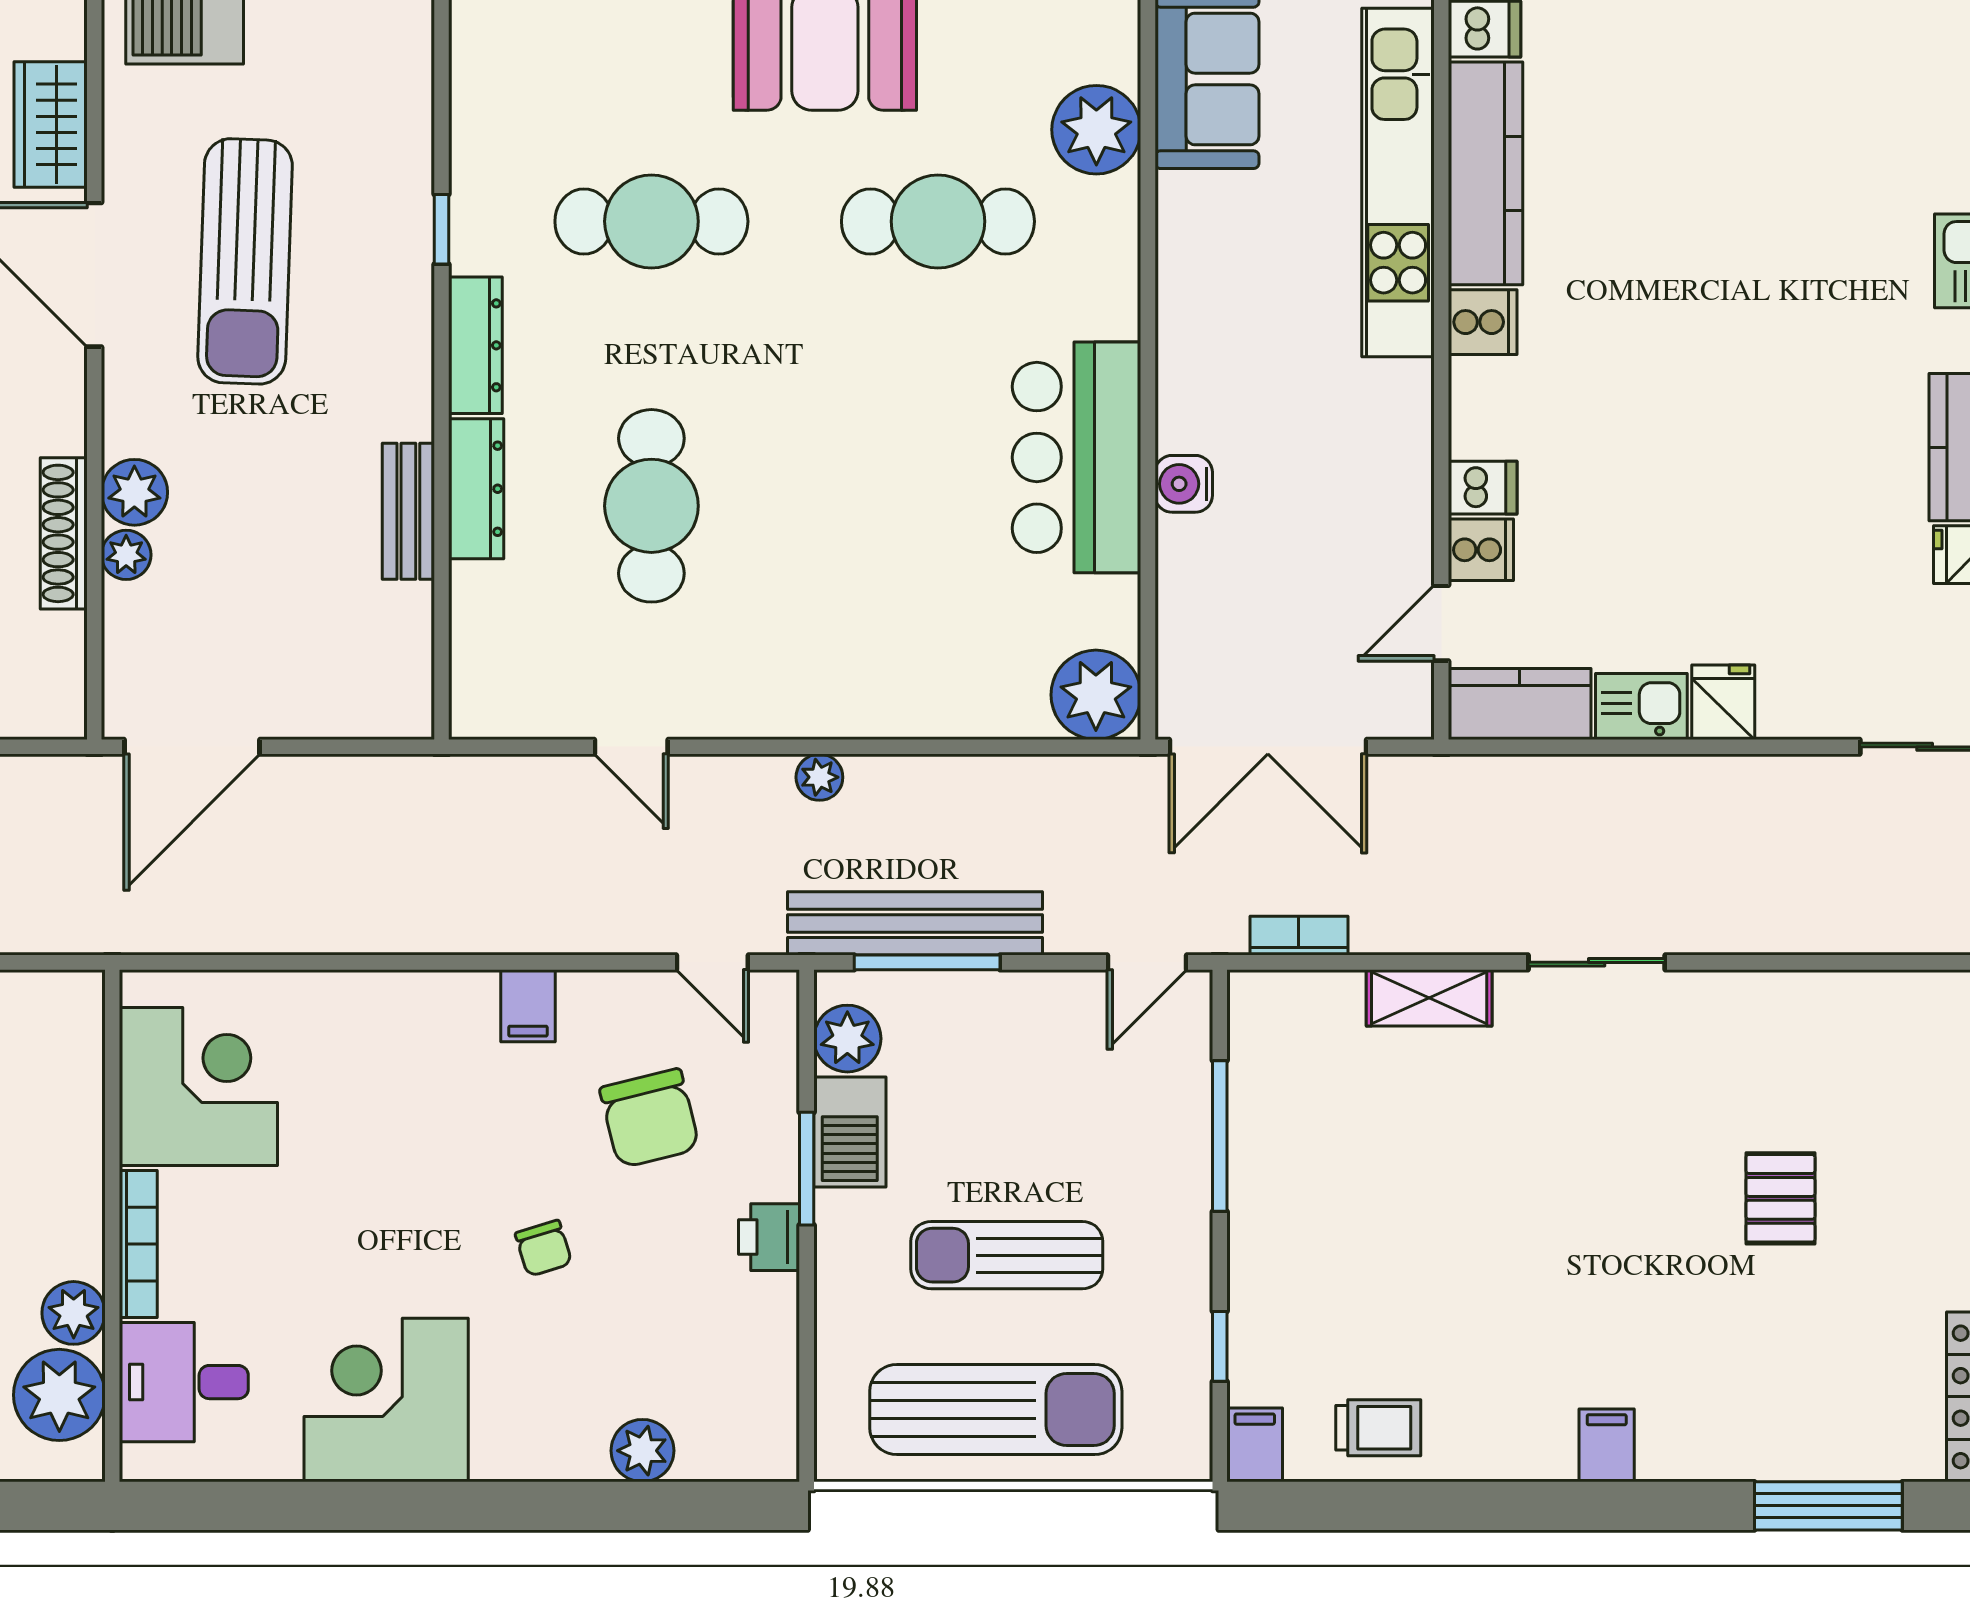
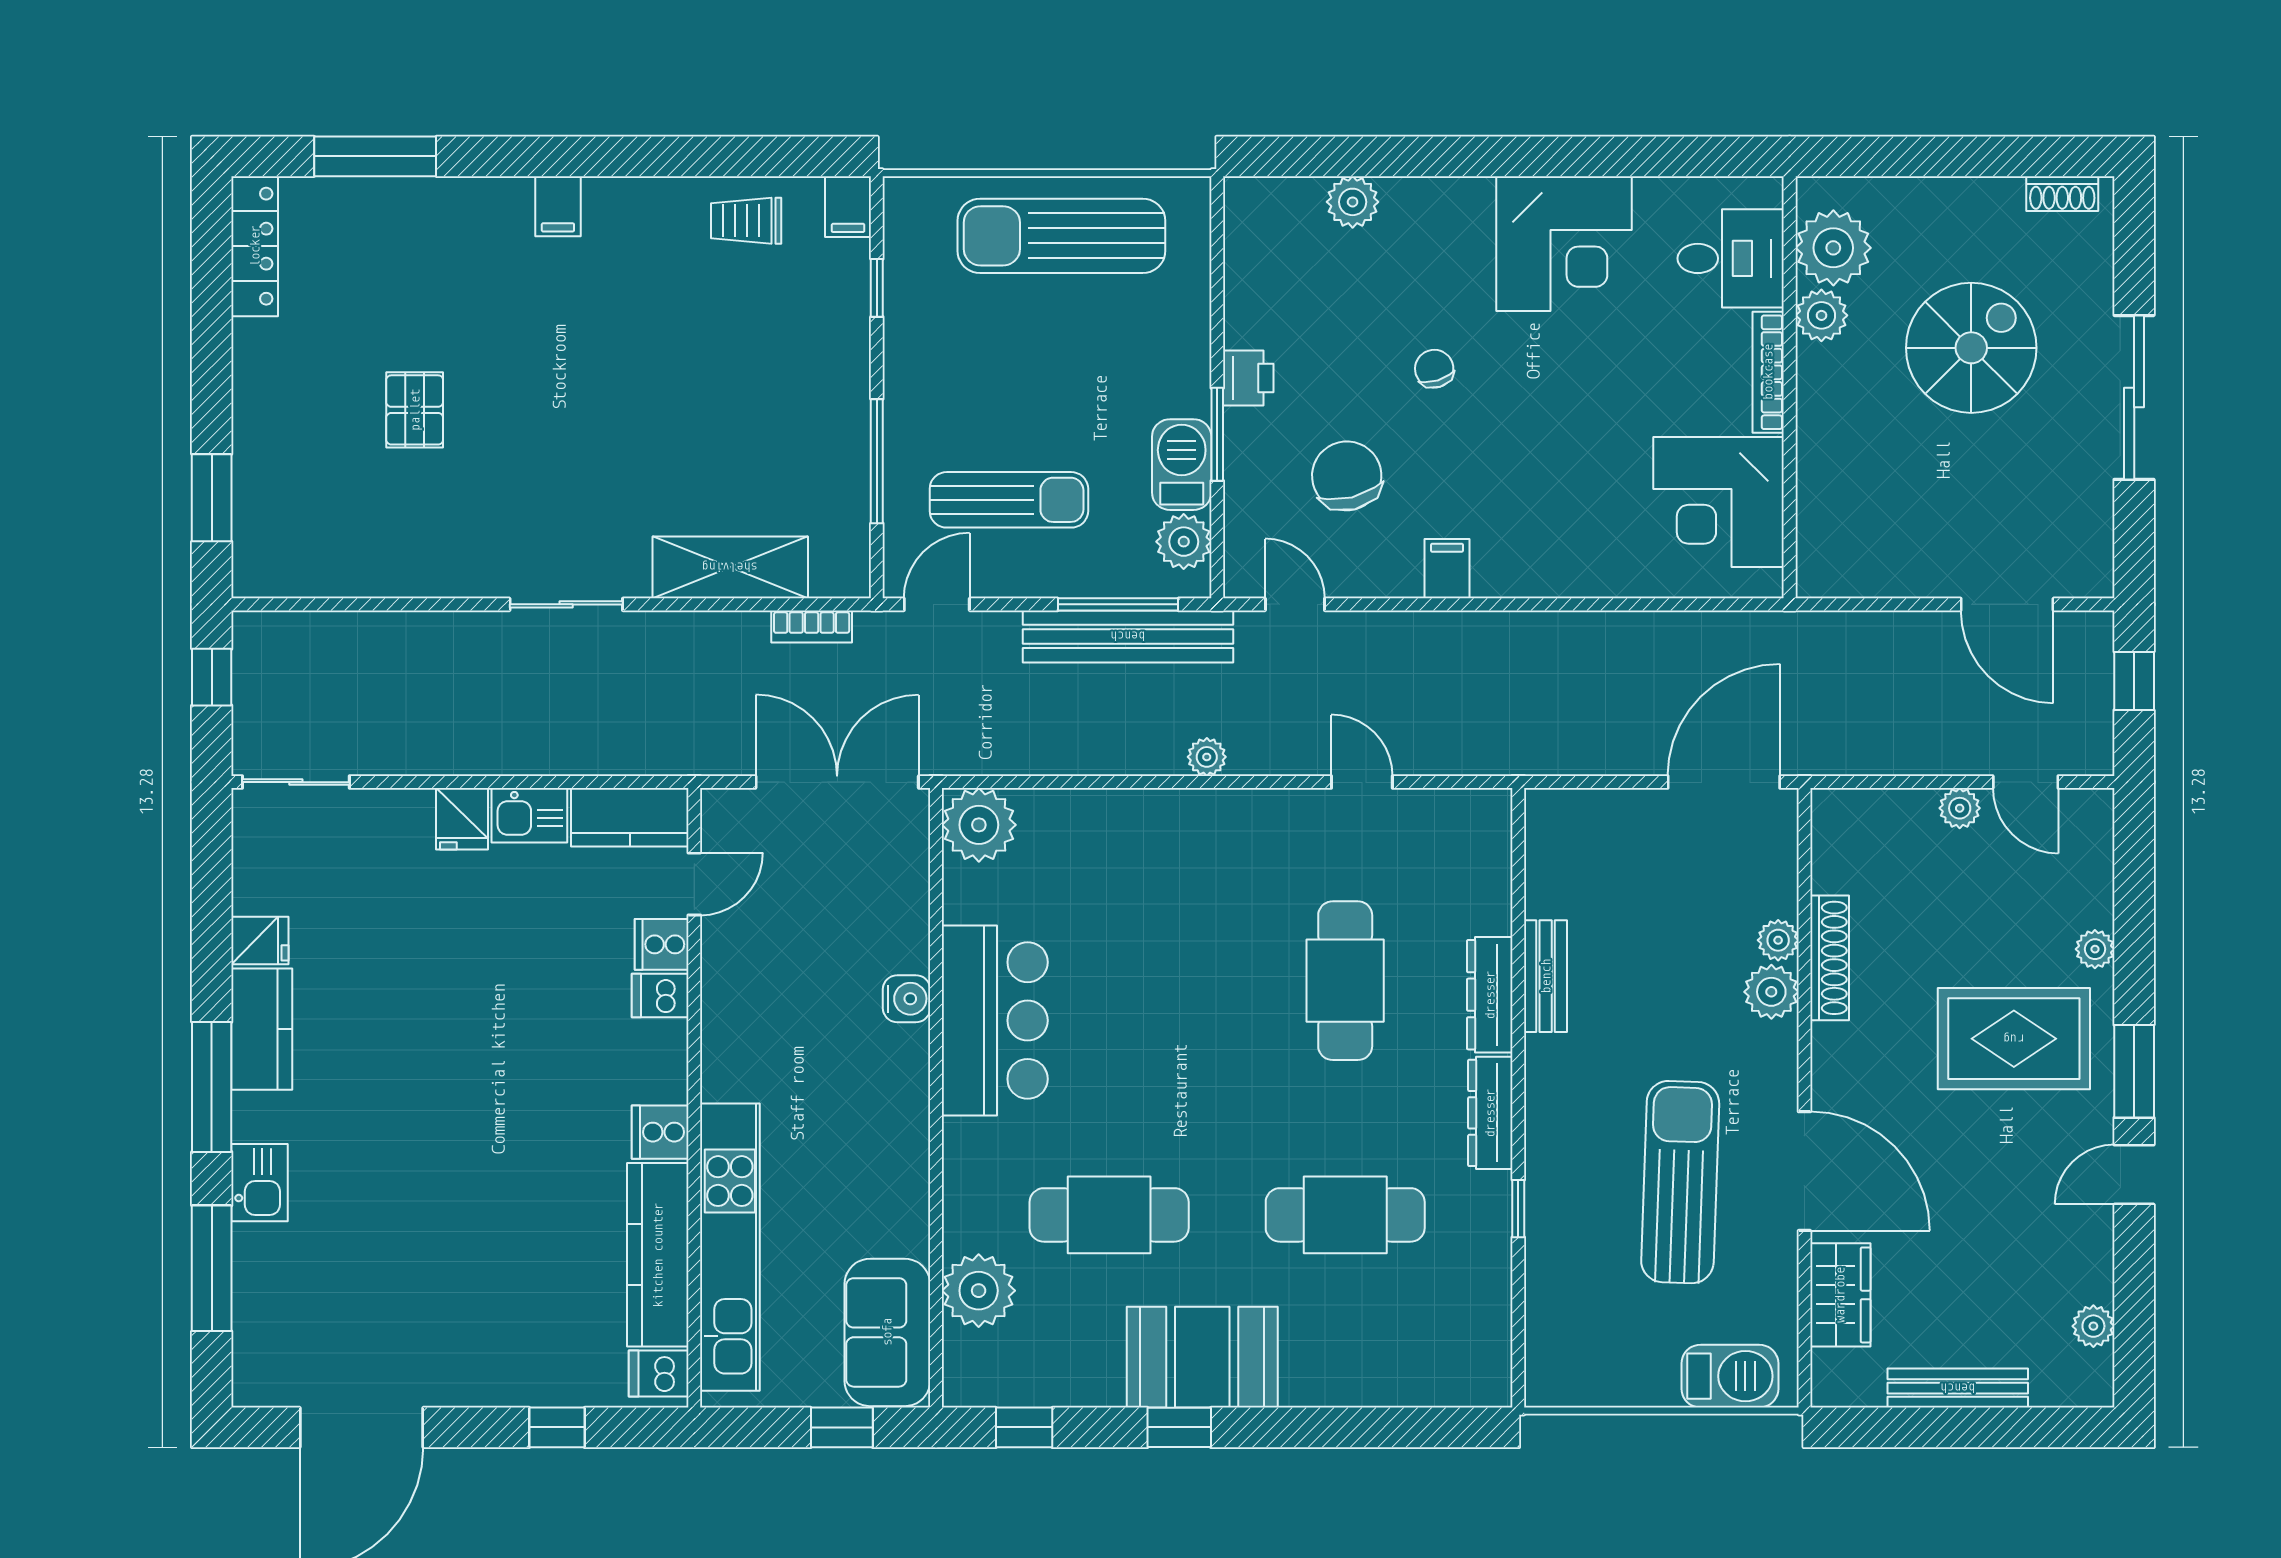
shelving: (1429, 998) -> (730, 567), width x1.50, depth x1.33
sun lounger: (1007, 1255) -> (1009, 500), moved

